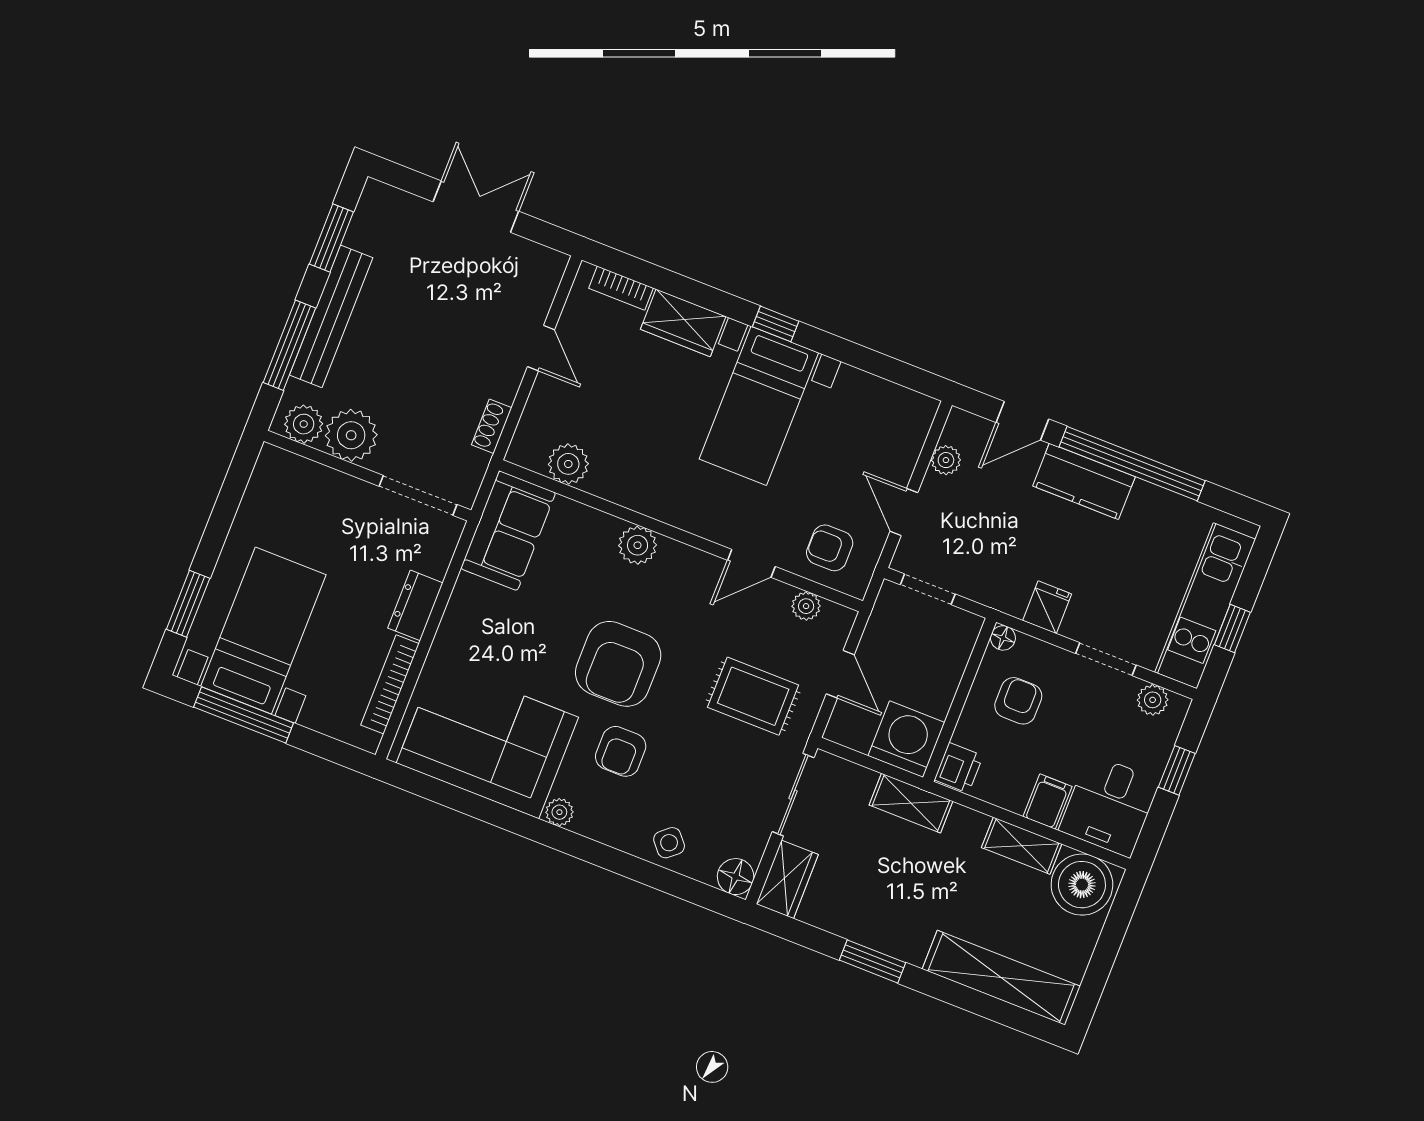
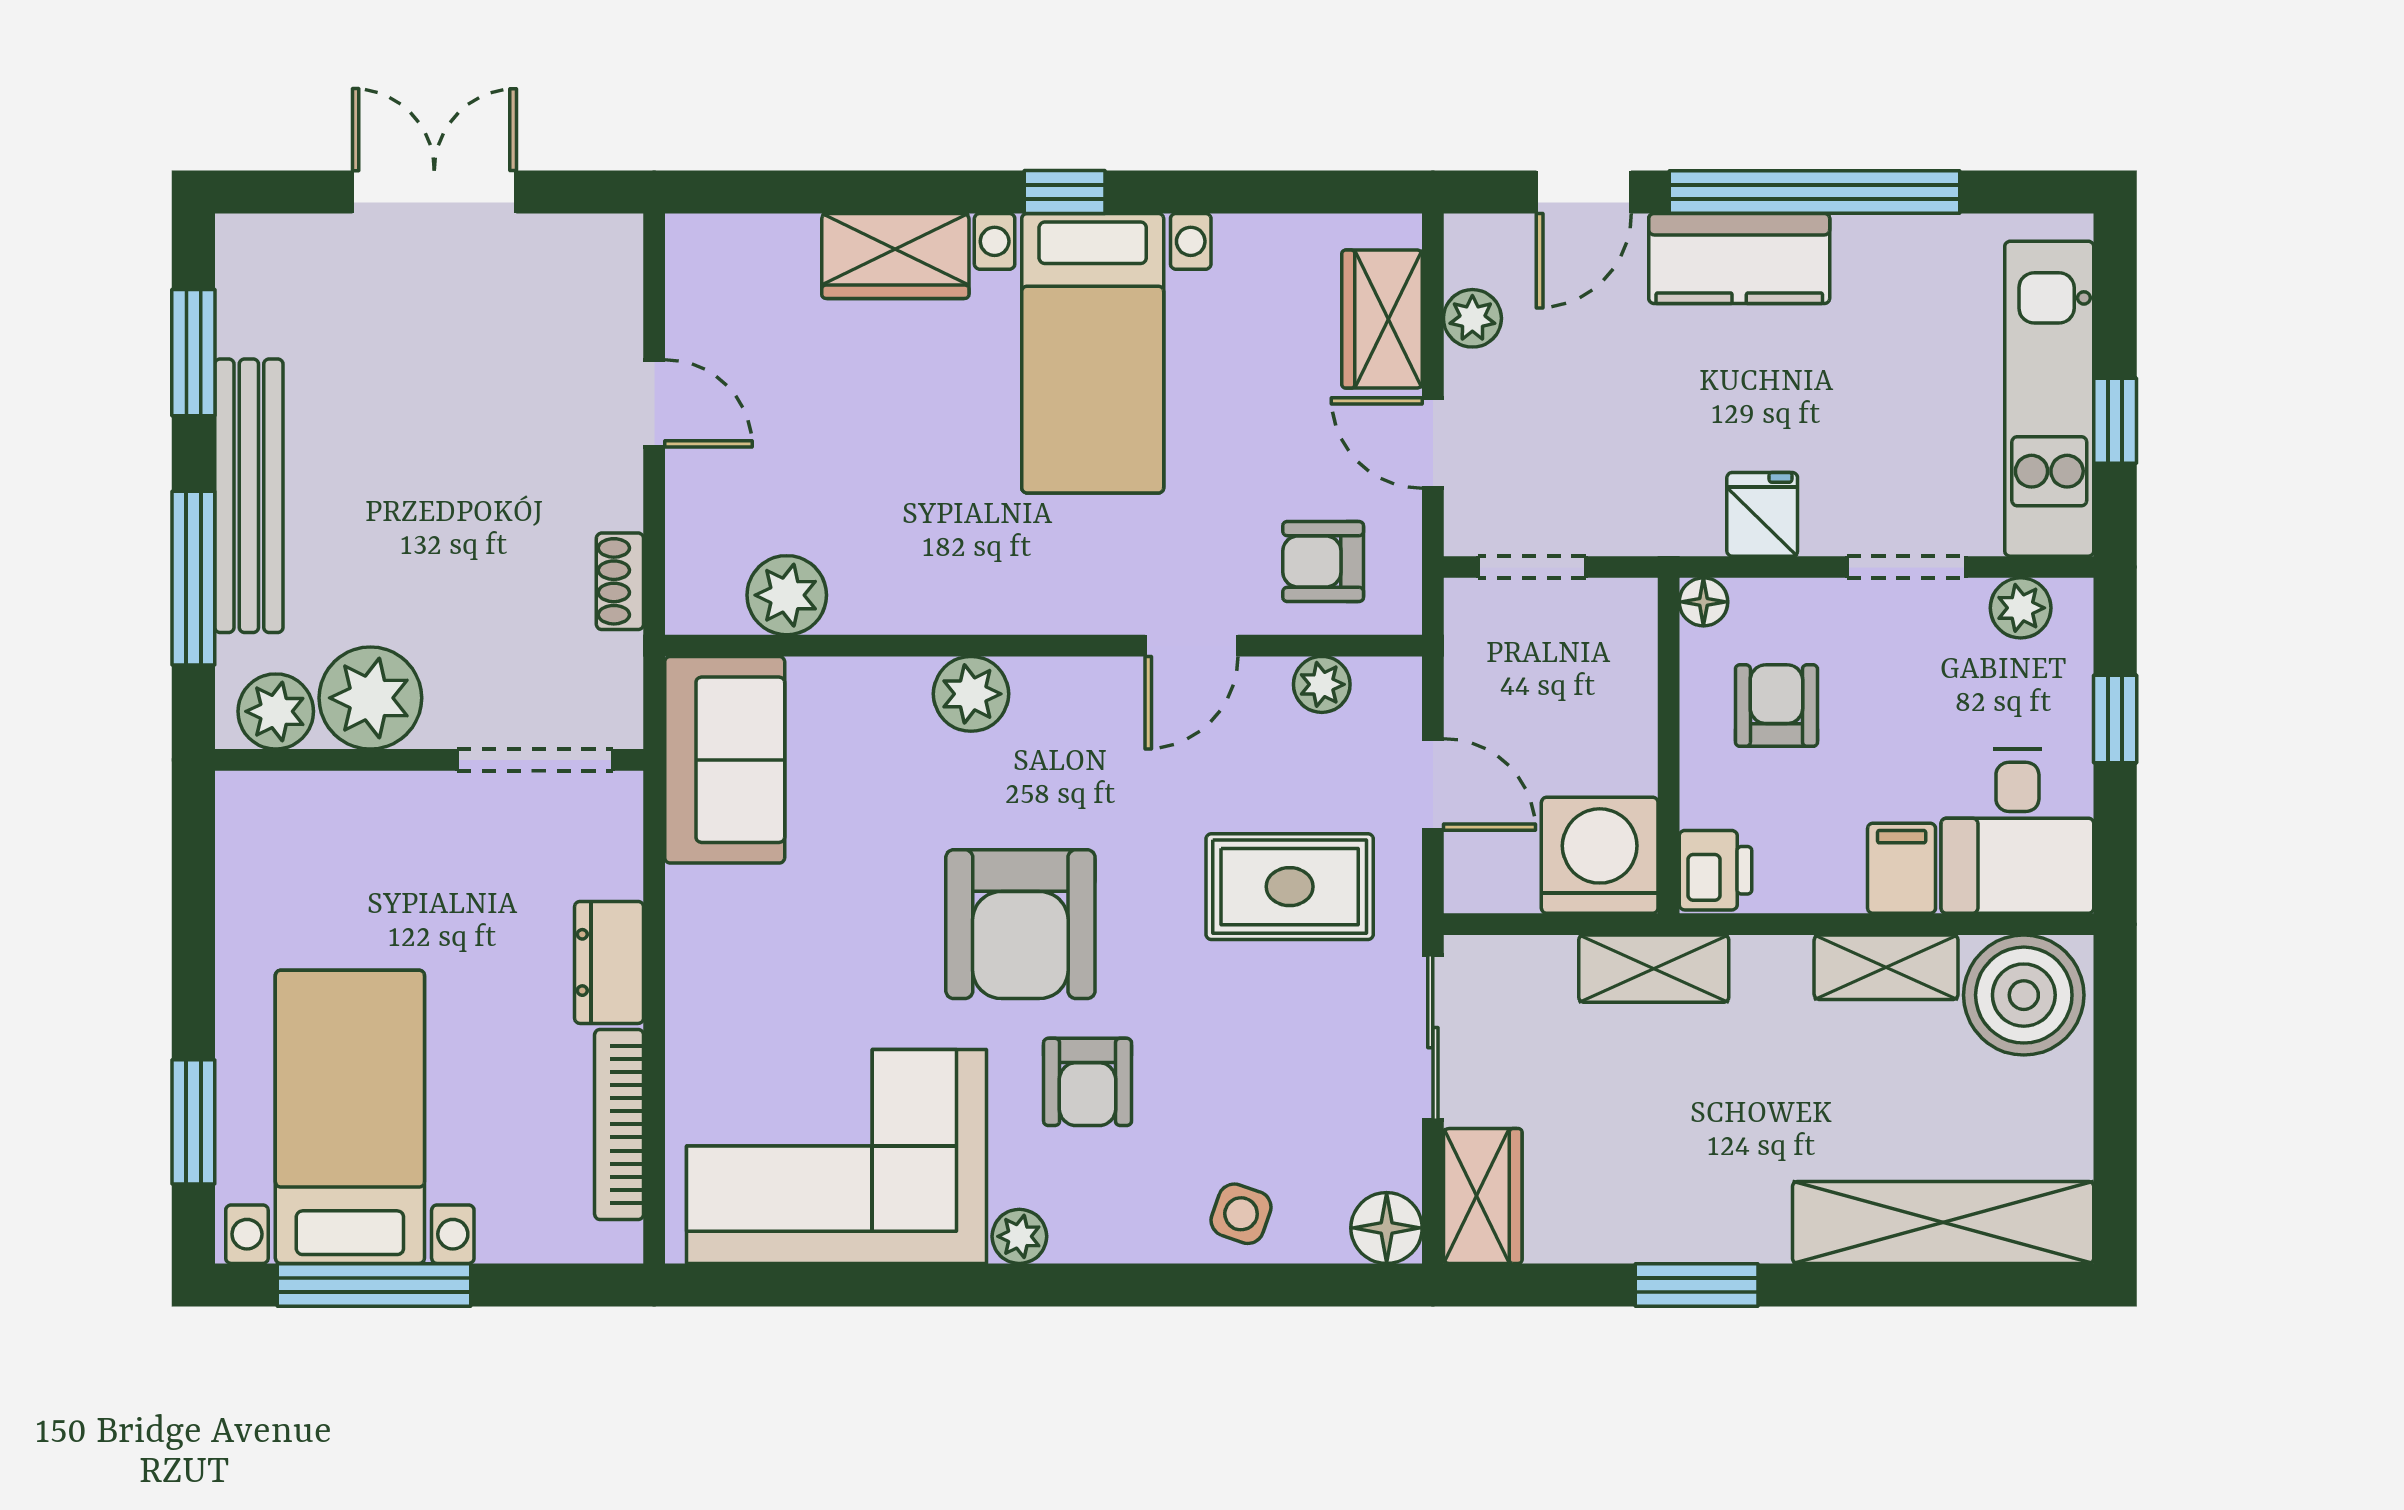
bookcase: (621, 288) -> (757, 237), removed
wardrobe: (903, 444) -> (1382, 319), added
side table: (669, 843) -> (1241, 1214), turned -30

